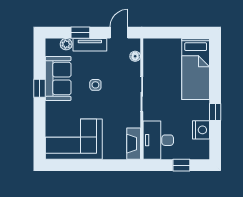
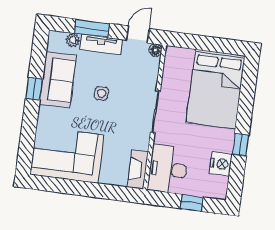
window: (80, 33) -> (92, 28), width x1.50
floor lamp: (135, 56) -> (155, 50), moved
bed: (196, 69) -> (216, 89), width x1.50

